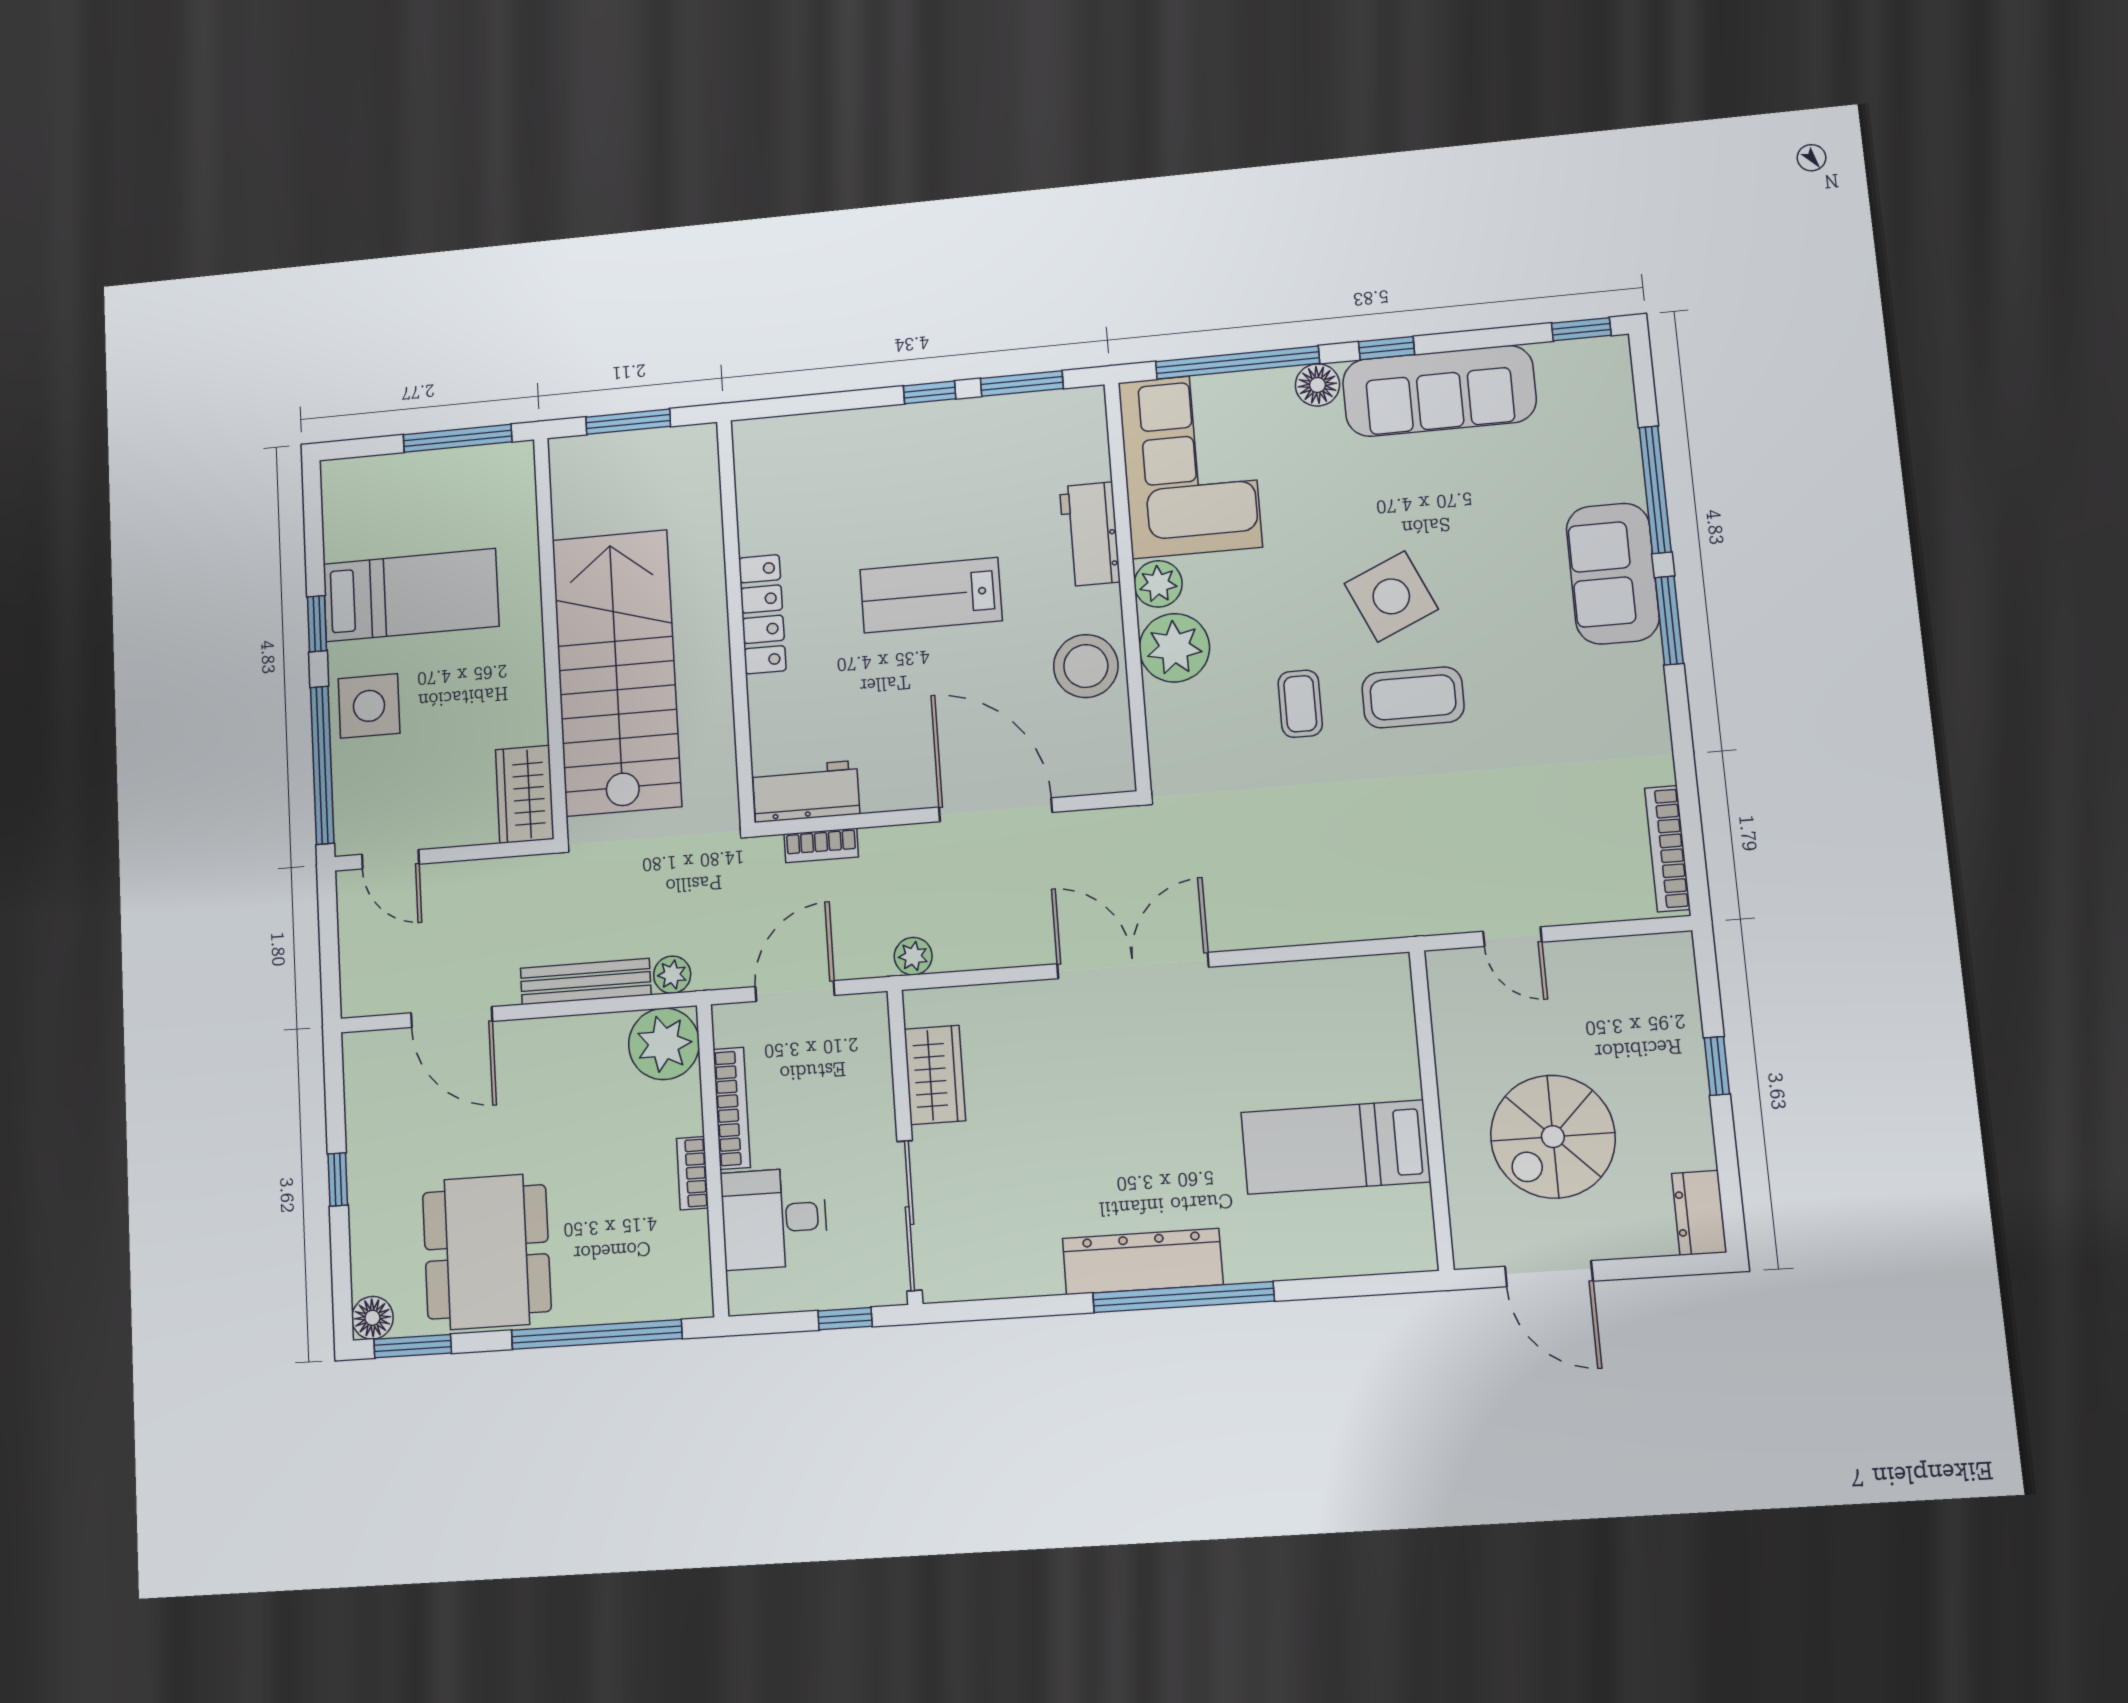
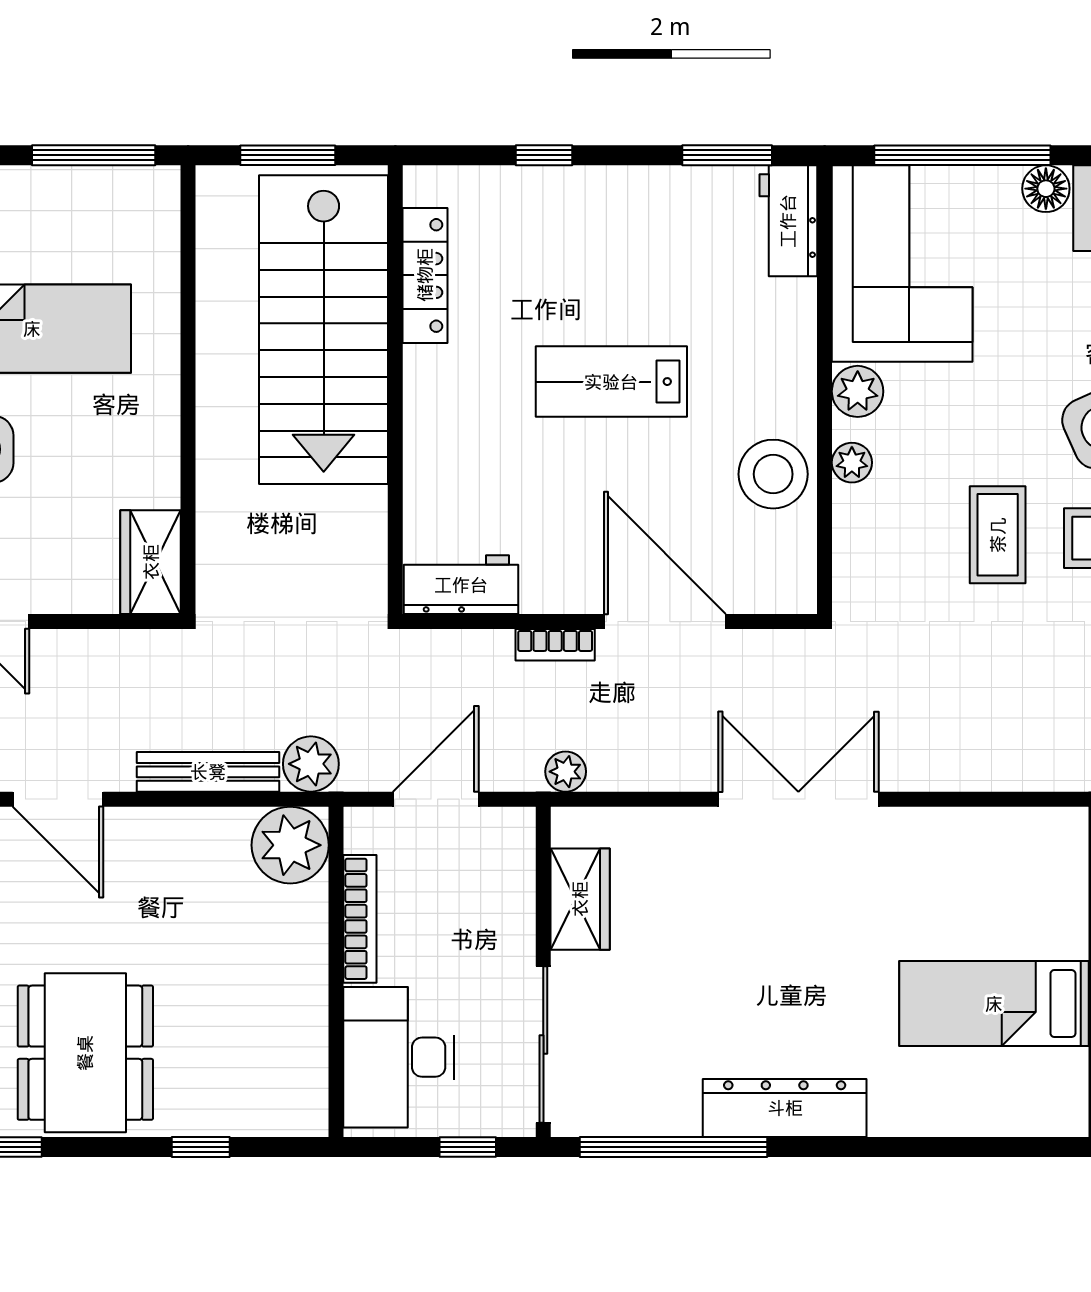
window: (930, 392) -> (544, 155), moved
workbench: (1090, 534) -> (788, 221), moved
locker: (762, 614) -> (425, 275), moved
plant: (1174, 648) -> (852, 463), width x0.53, depth x0.53
stairs: (617, 672) -> (324, 330), moved, turned 180
coffee table: (1300, 704) -> (998, 535), width x1.36, depth x1.30
bookcase: (821, 845) -> (555, 645), moved
plant: (672, 975) -> (311, 764), width x1.38, depth x1.38
bookcase: (692, 1173) -> (314, 985), removed
desk: (774, 1218) -> (399, 1057), width x1.37
window: (1183, 1297) -> (673, 1147), moved
window: (597, 1334) -> (201, 1147), width x0.32

